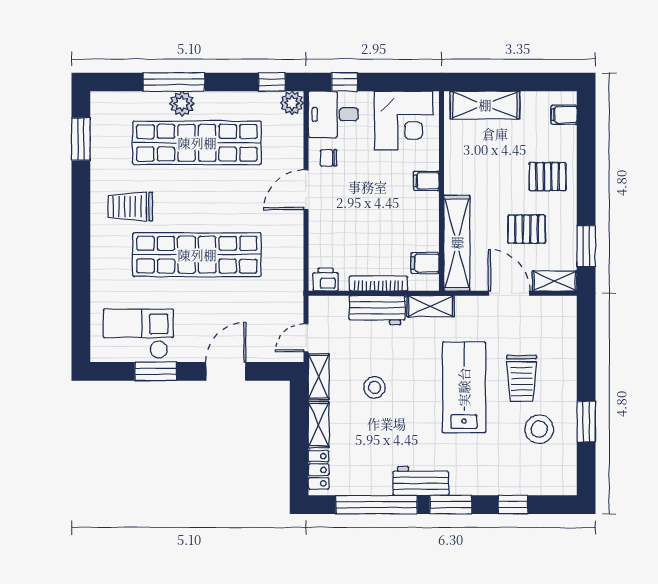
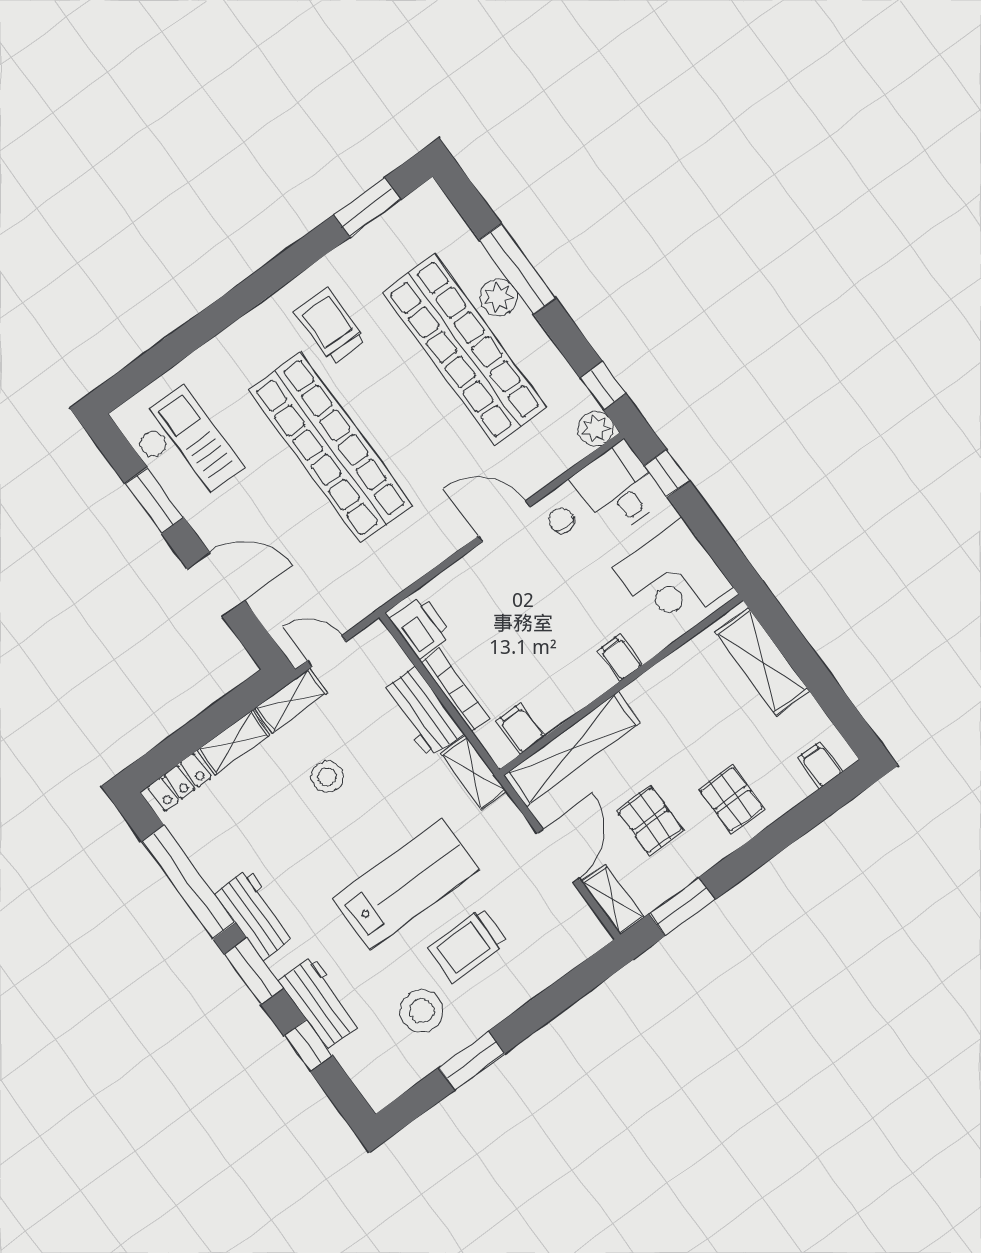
printer: (326, 280) -> (421, 627), width x1.36, depth x1.24
workbench: (494, 481) -> (320, 1002), added

